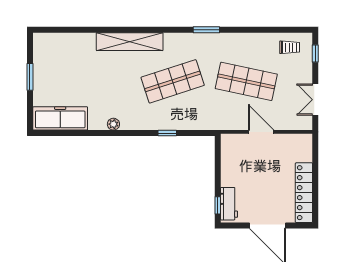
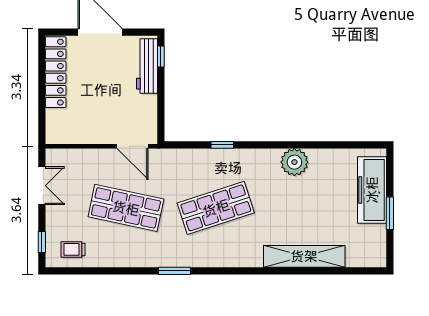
shelving: (130, 42) -> (304, 256), moved
freezer: (60, 118) -> (372, 190), moved, turned 90
plant: (113, 124) -> (294, 162), width x1.88, depth x1.88
door: (261, 132) -> (133, 146), moved
workbench: (229, 204) -> (147, 66), width x1.38

